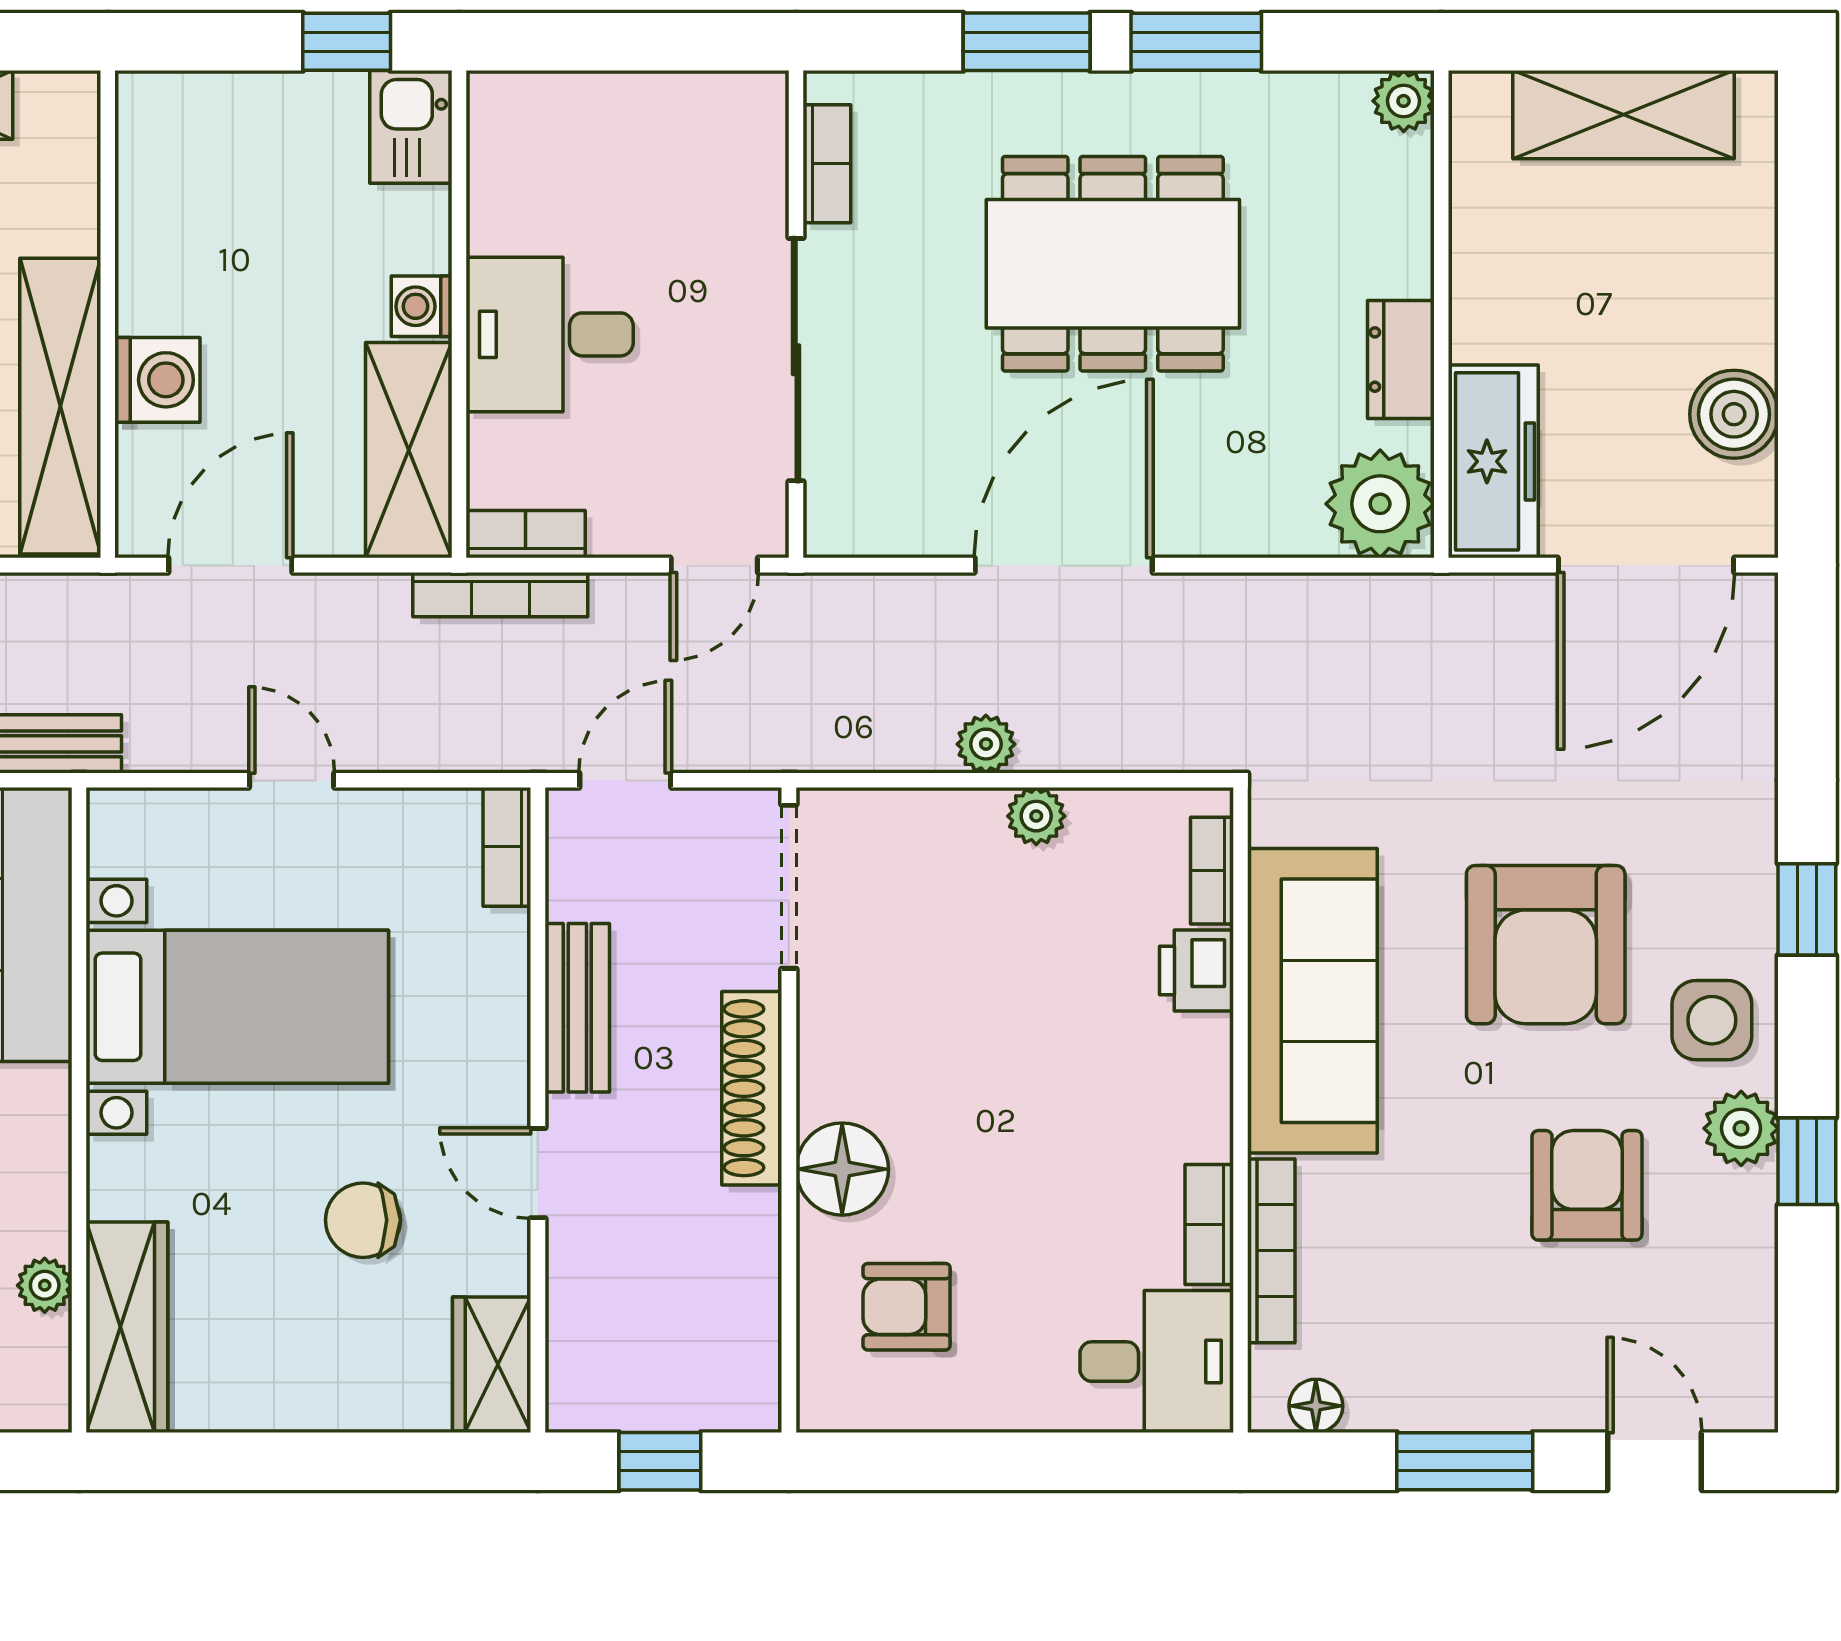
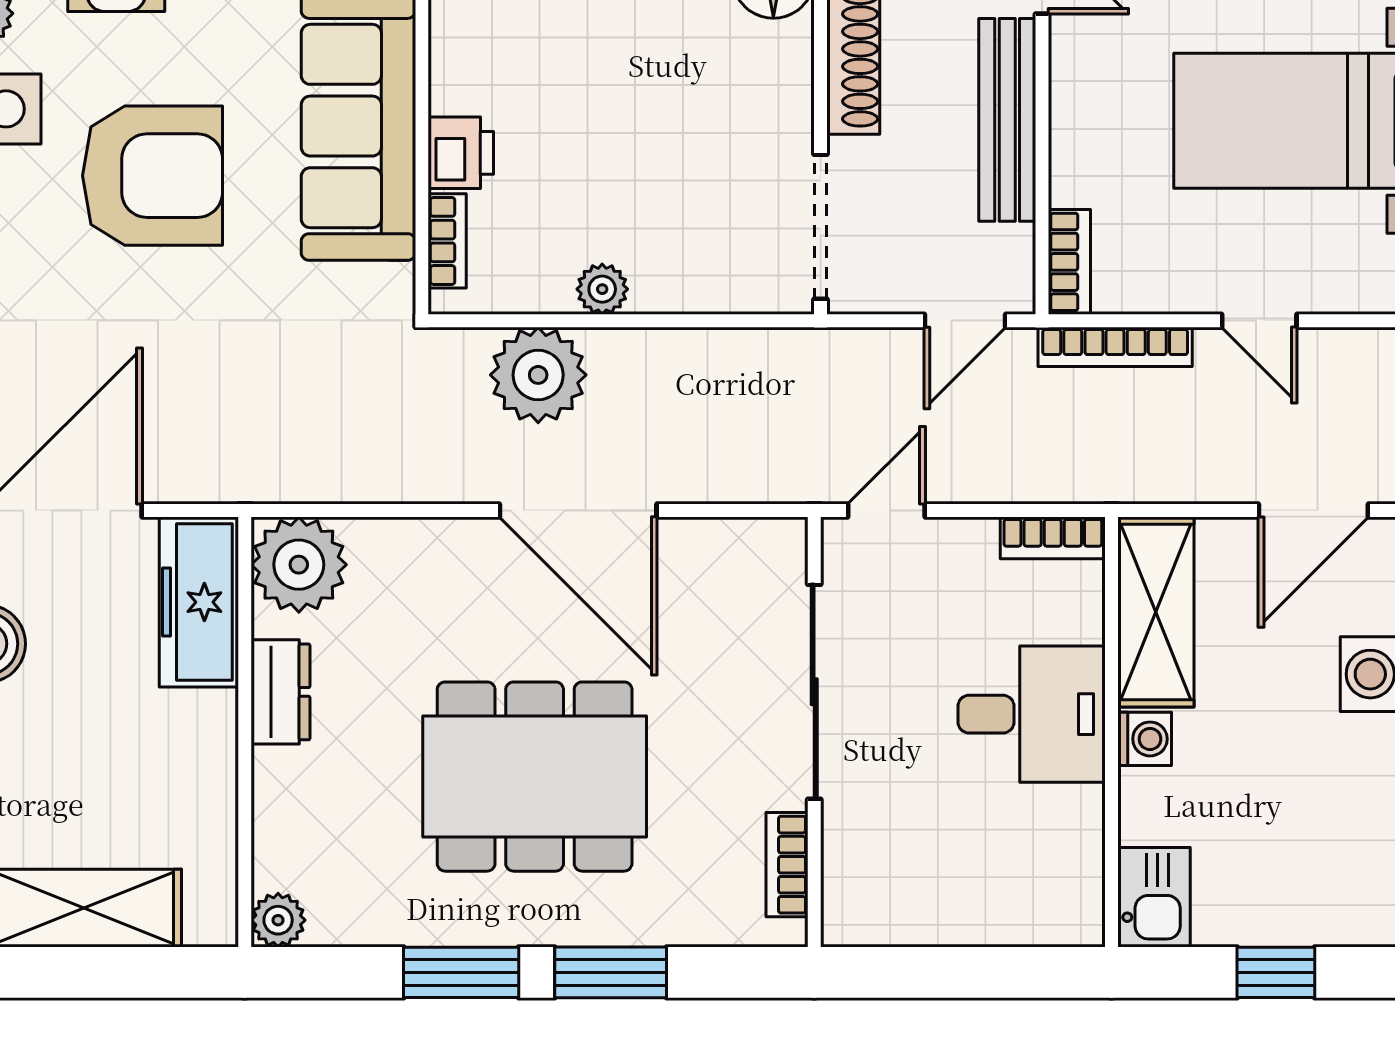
window: (347, 42) -> (1276, 972), moved
door: (1064, 565) -> (578, 511), hinge flipped
bookcase: (500, 595) -> (1115, 347), moved, turned 180
plant: (986, 744) -> (538, 375), moved, width x1.87, depth x1.87
armchair: (1546, 945) -> (153, 176), turned 90
bench: (577, 1008) -> (1007, 120), width x1.36

